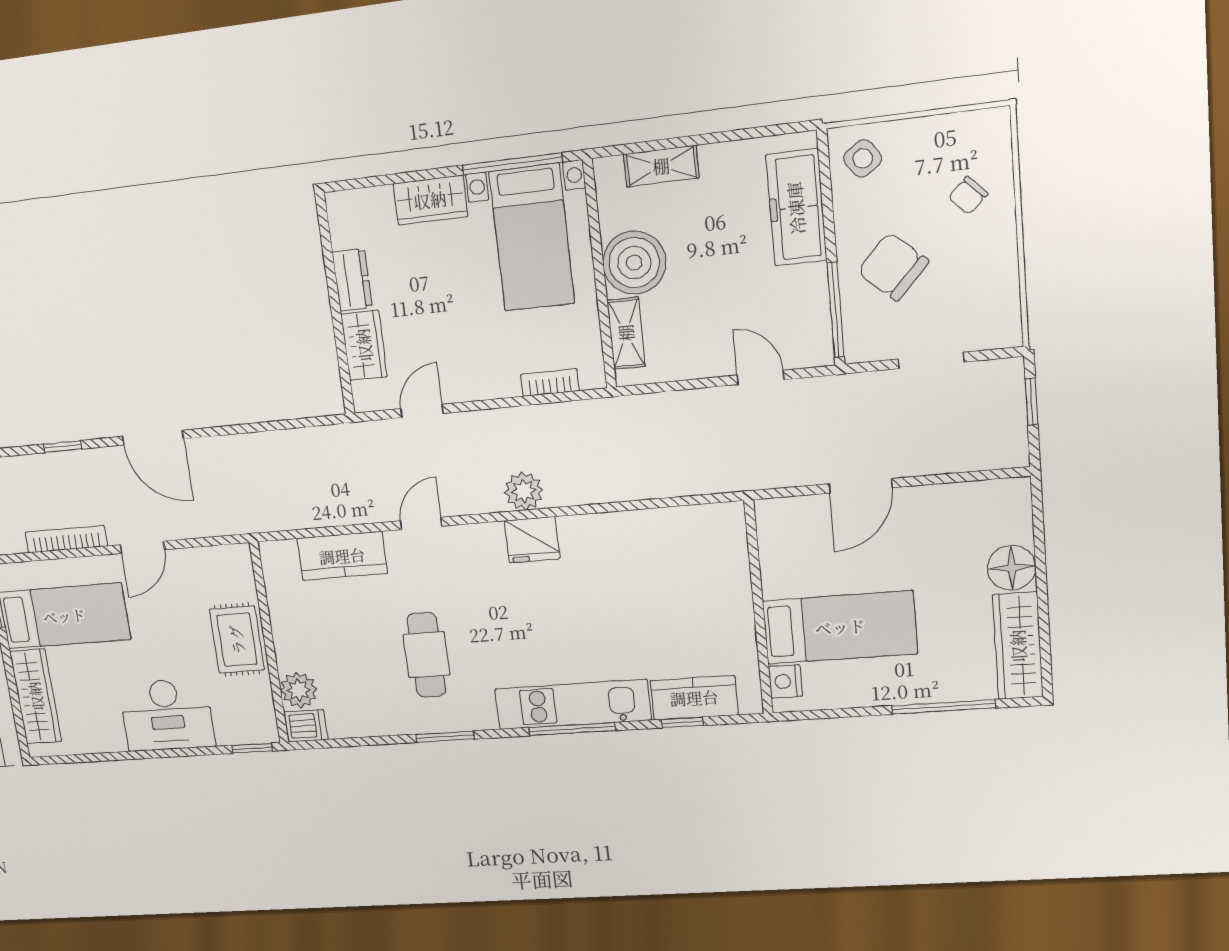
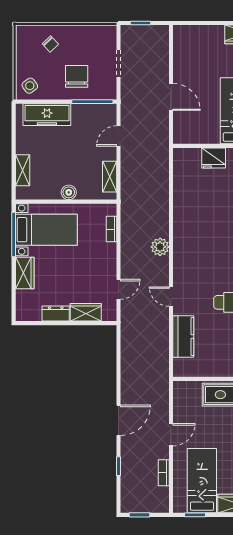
boiler: (634, 263) -> (69, 192), width x0.54, depth x0.54
chair: (893, 267) -> (77, 76), turned 138
shelving: (626, 333) -> (110, 177), moved, turned 90
door: (422, 411) -> (119, 289), swing flipped
bookcase: (66, 539) -> (164, 473), width x0.64
fridge: (532, 540) -> (214, 158), moved, turned 90
door: (142, 547) -> (171, 435), hinge flipped
floor lamp: (1012, 568) -> (213, 35), removed

